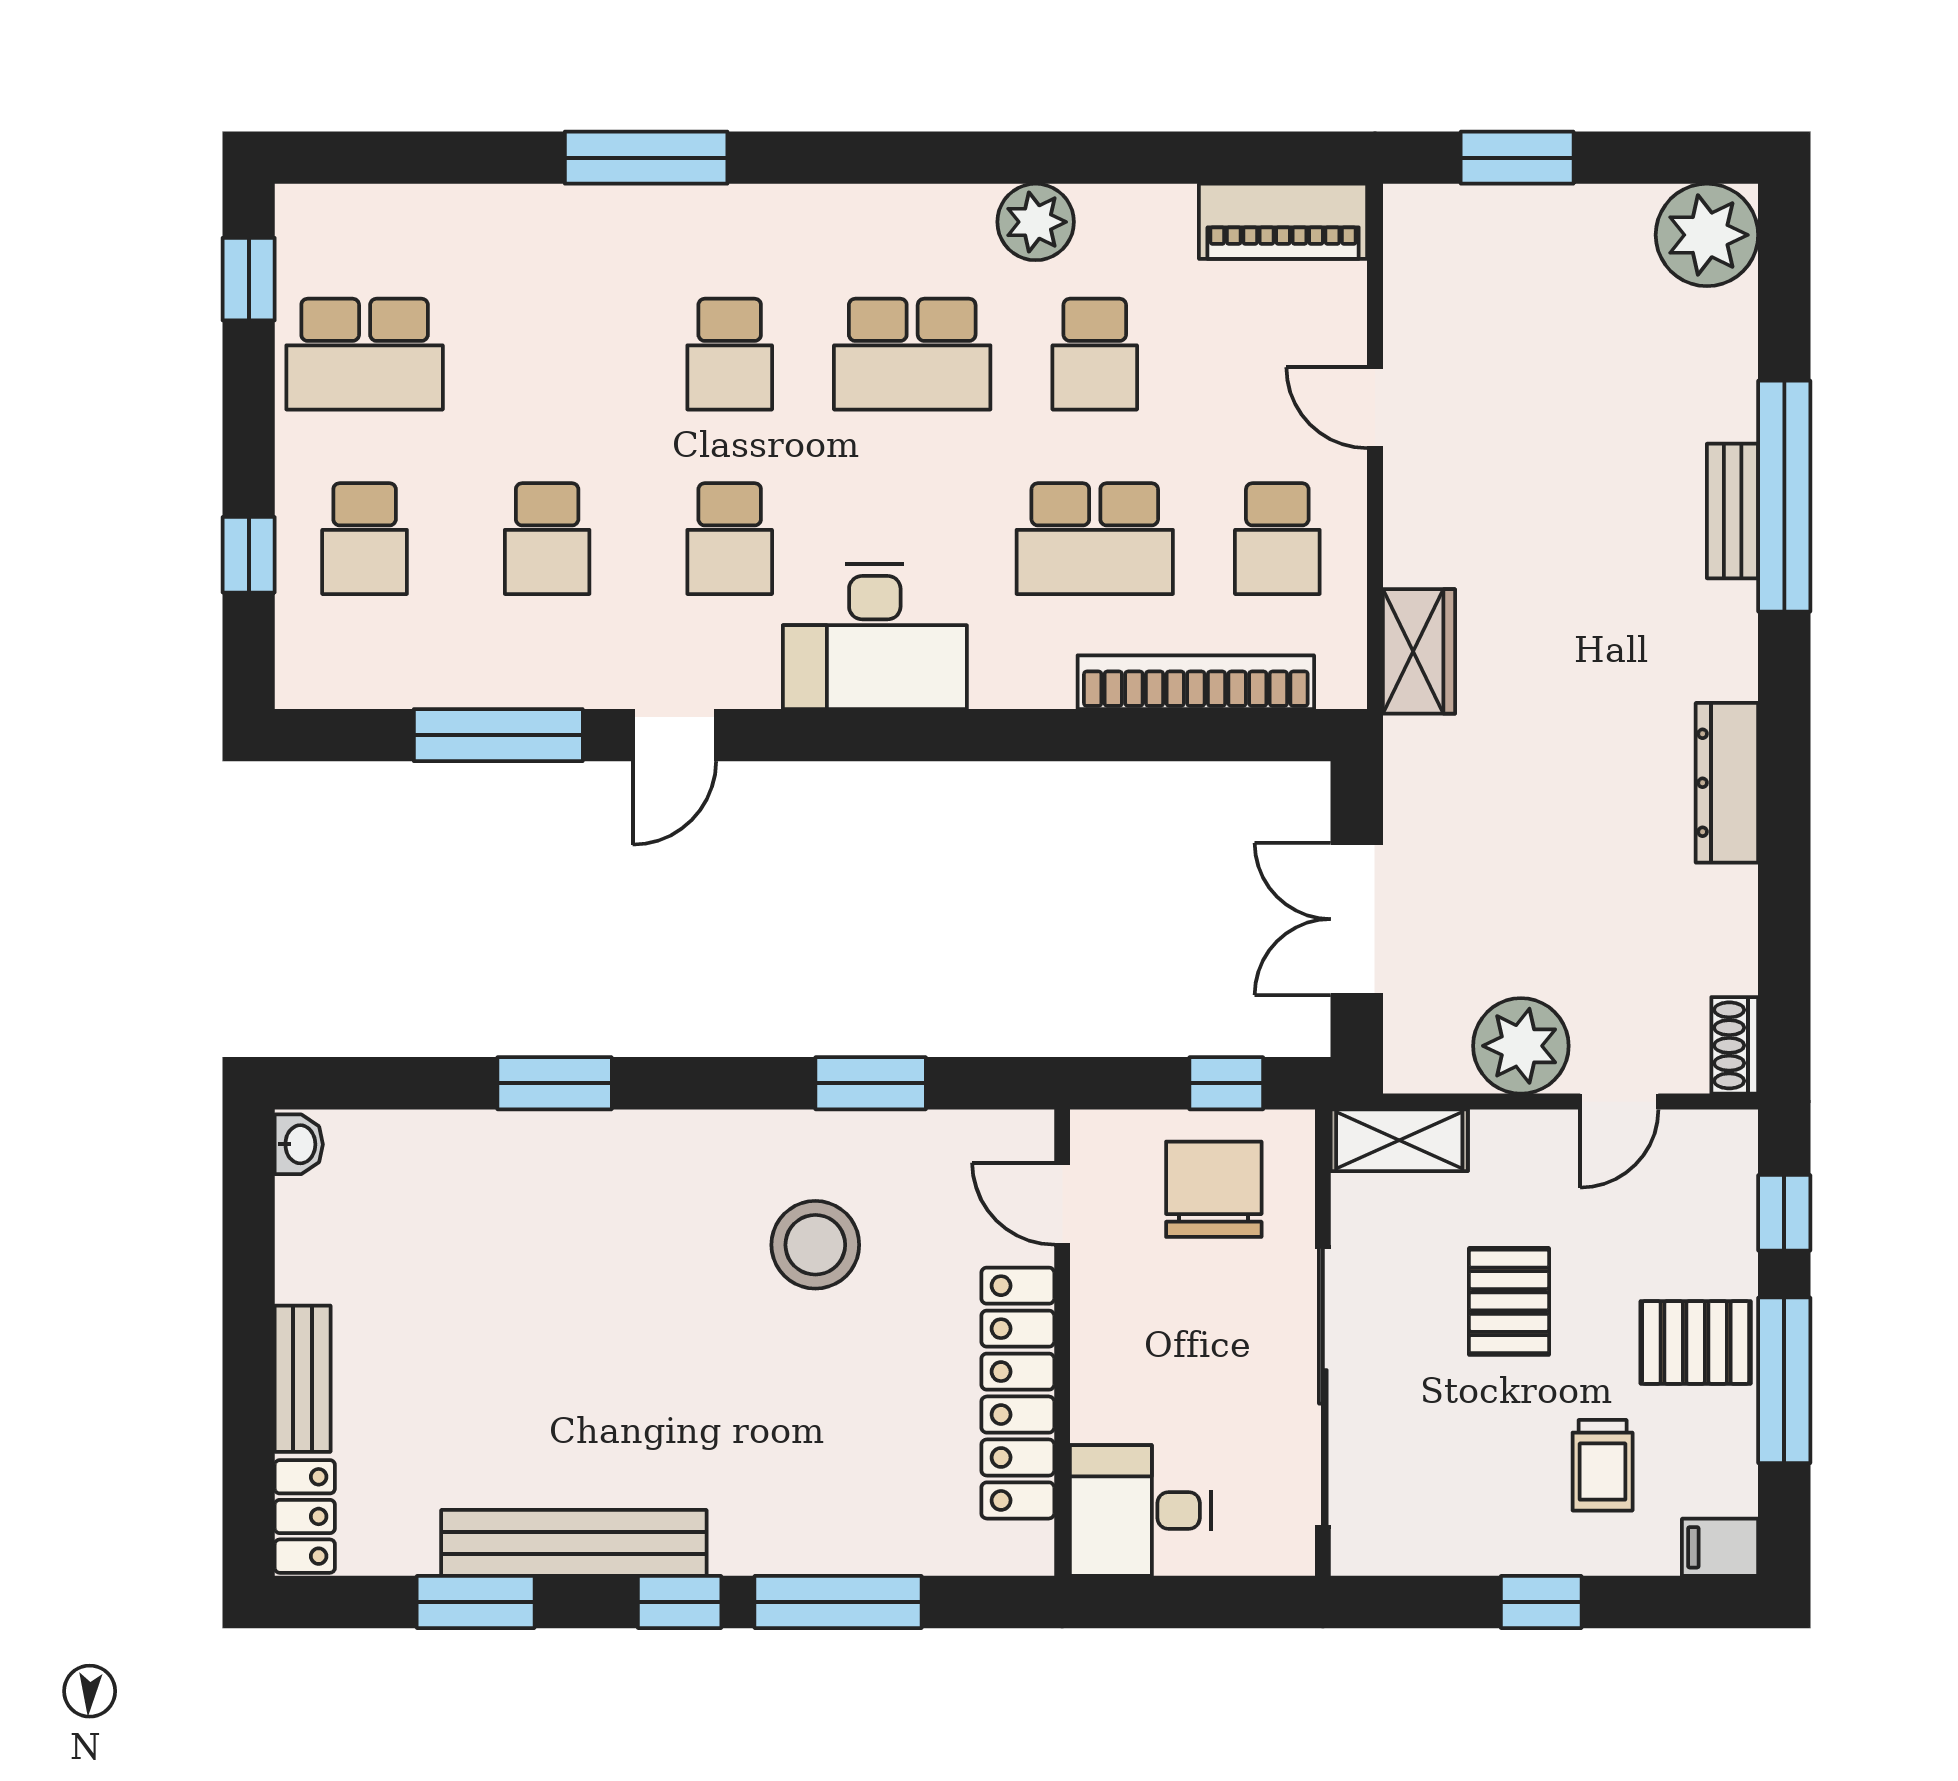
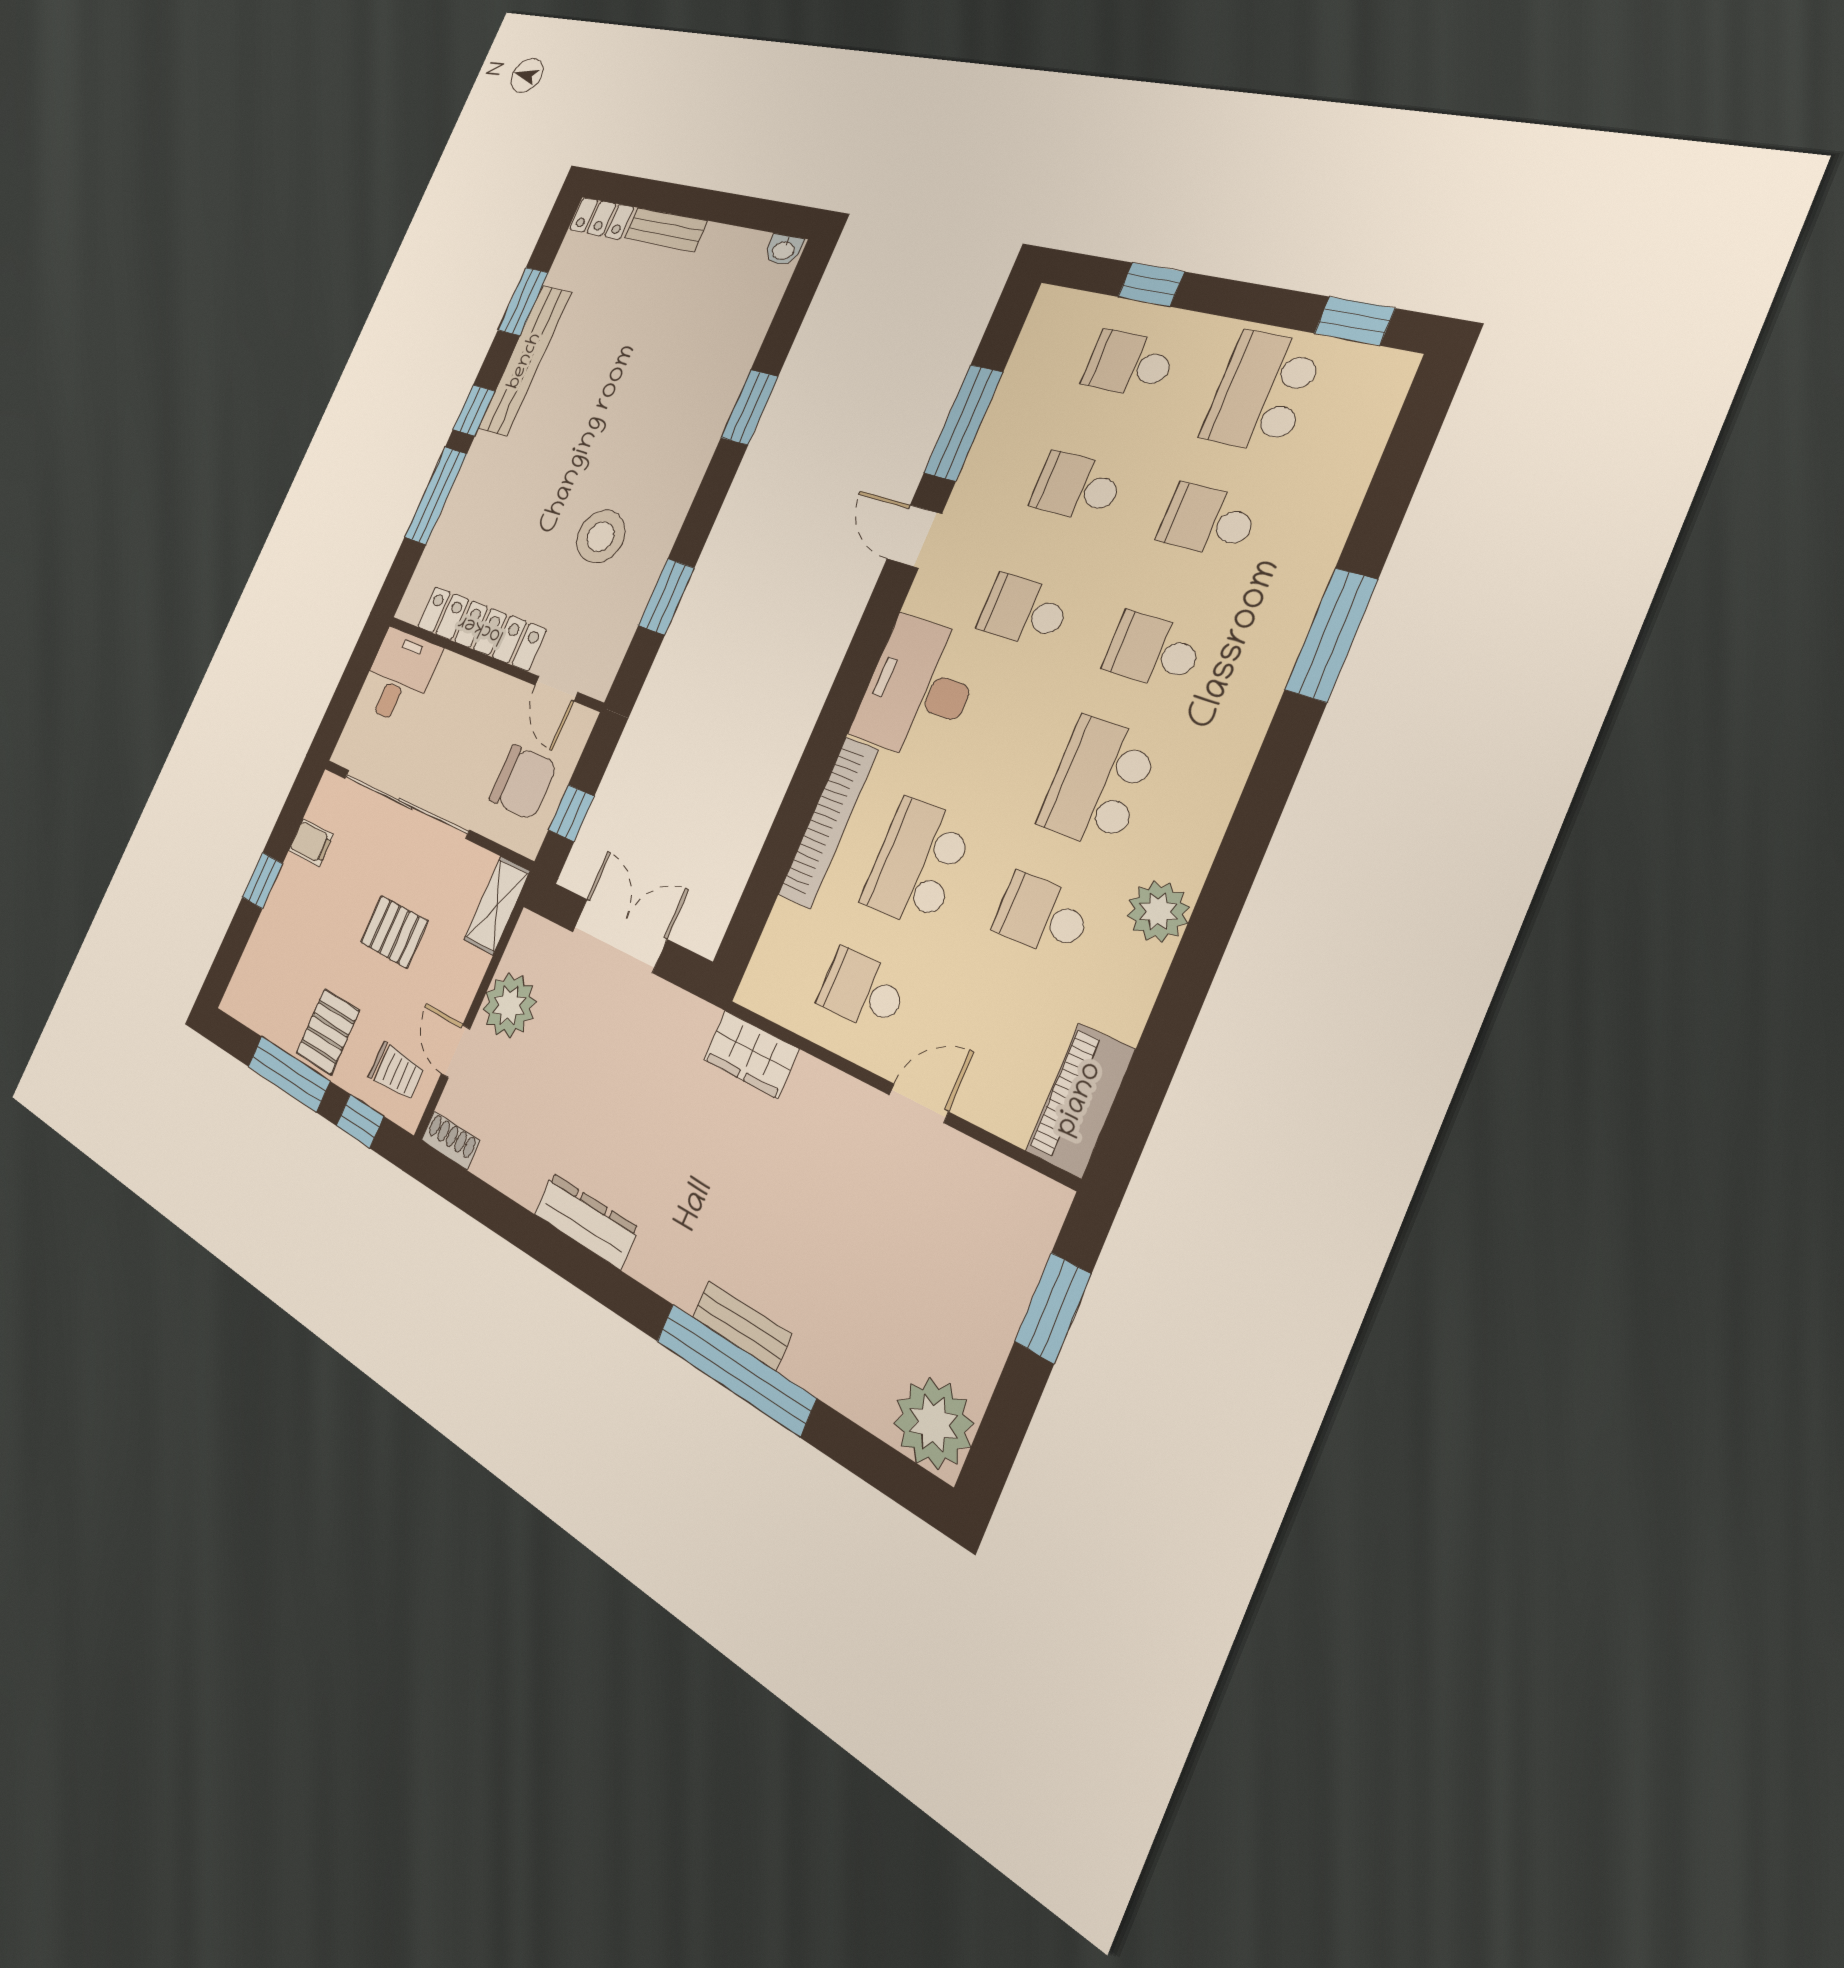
school desk: (547, 354) -> (1208, 521), added
bookcase: (1196, 682) -> (828, 822), moved
door: (1062, 1204) -> (556, 689), swing flipped
trolley: (1603, 1465) -> (396, 1072), moved, turned 180
filing cabinet: (1720, 1547) -> (311, 843), moved, turned 90

